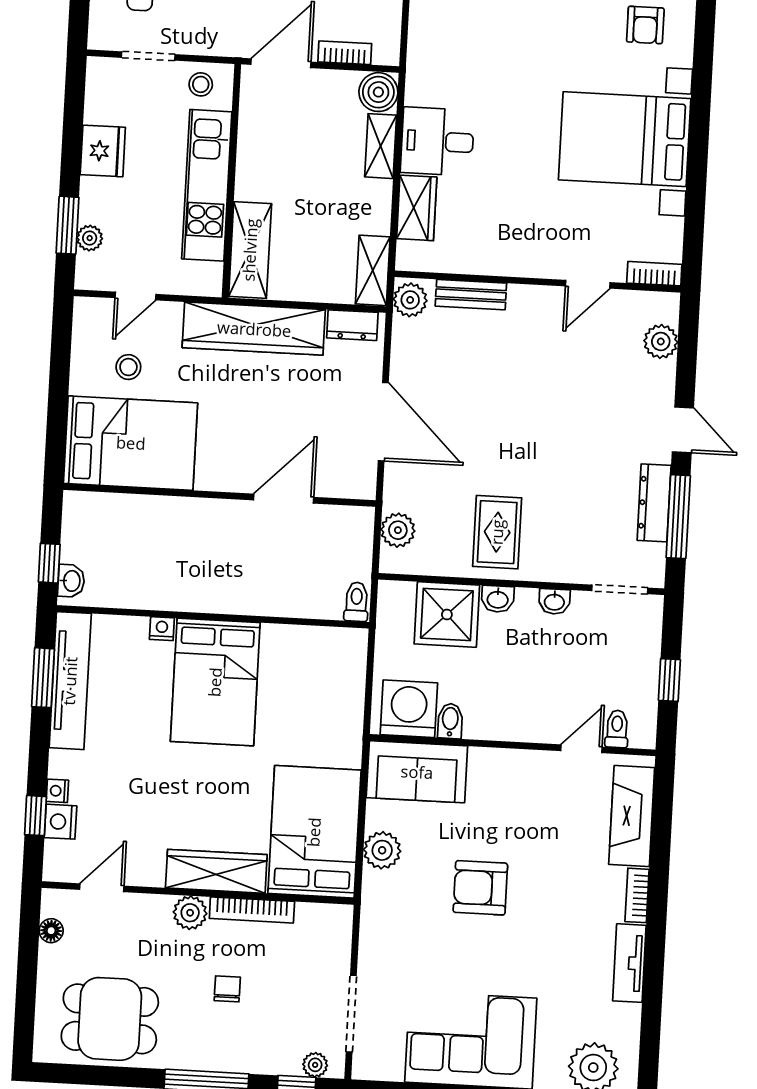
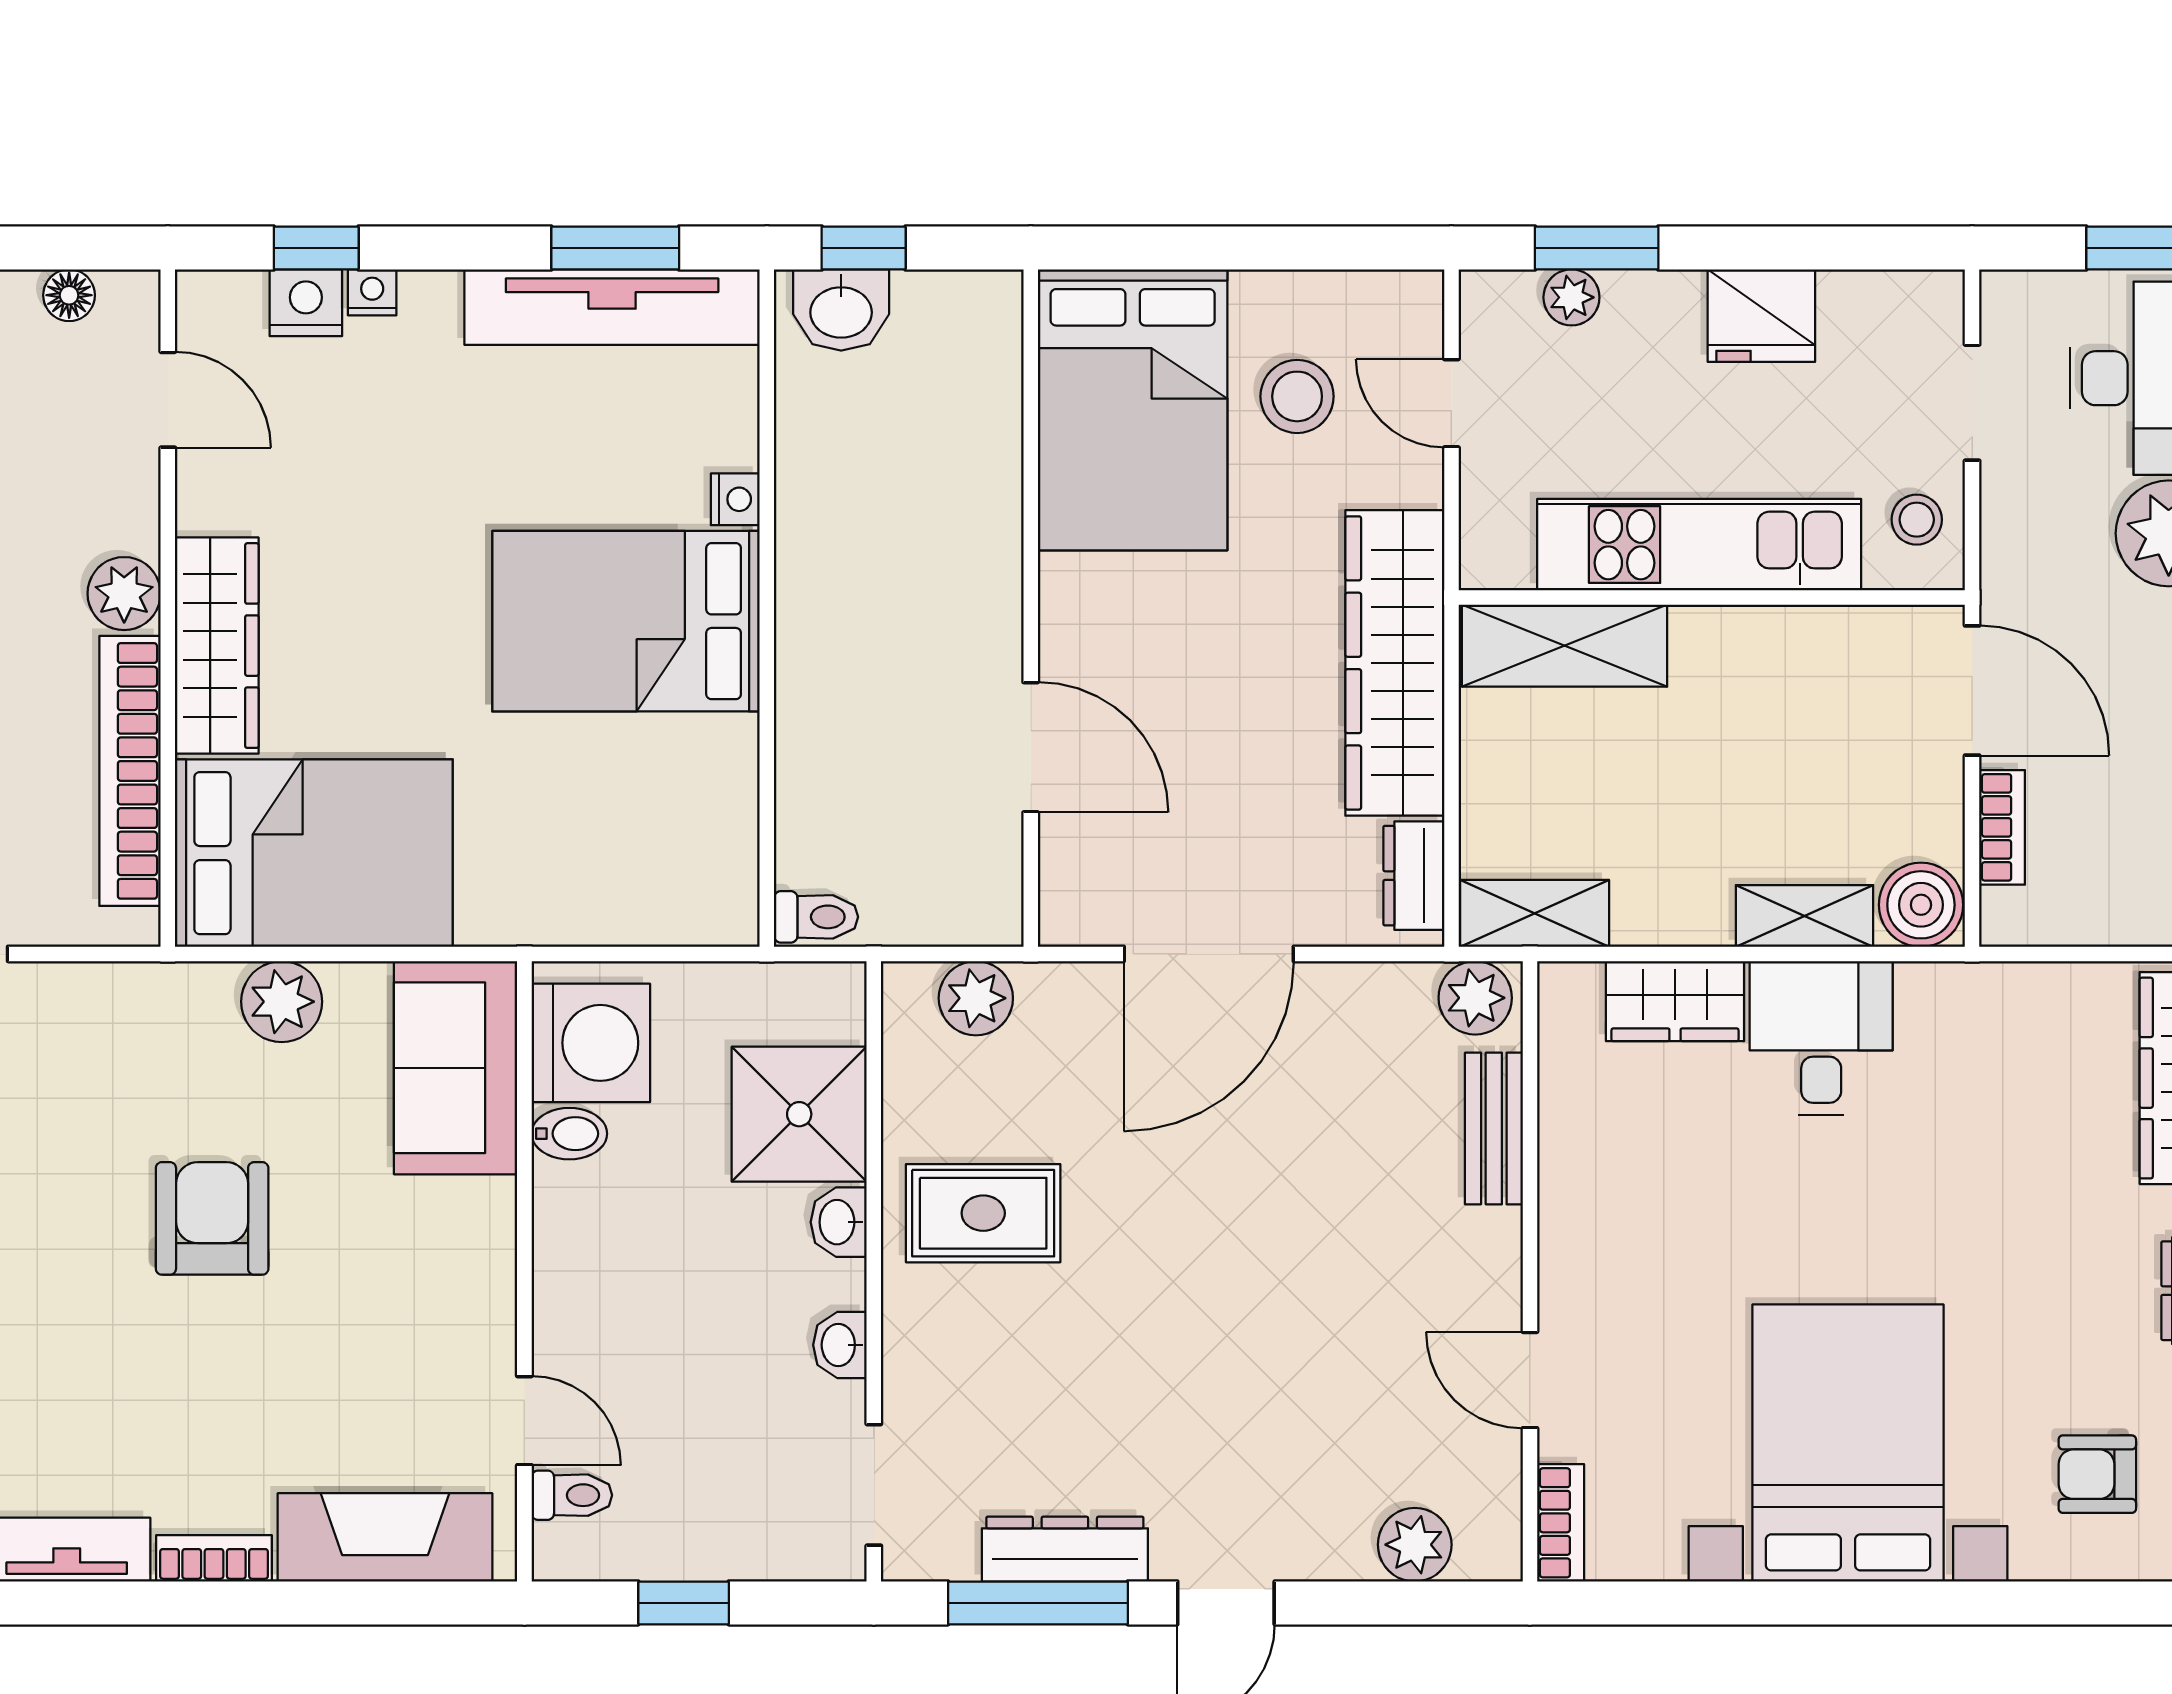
stool: (128, 367) -> (1297, 396), width x1.37, depth x1.37
washbasin: (71, 581) -> (841, 310), width x1.38, depth x1.45
bookcase: (252, 910) -> (130, 771), width x1.48, depth x1.31

